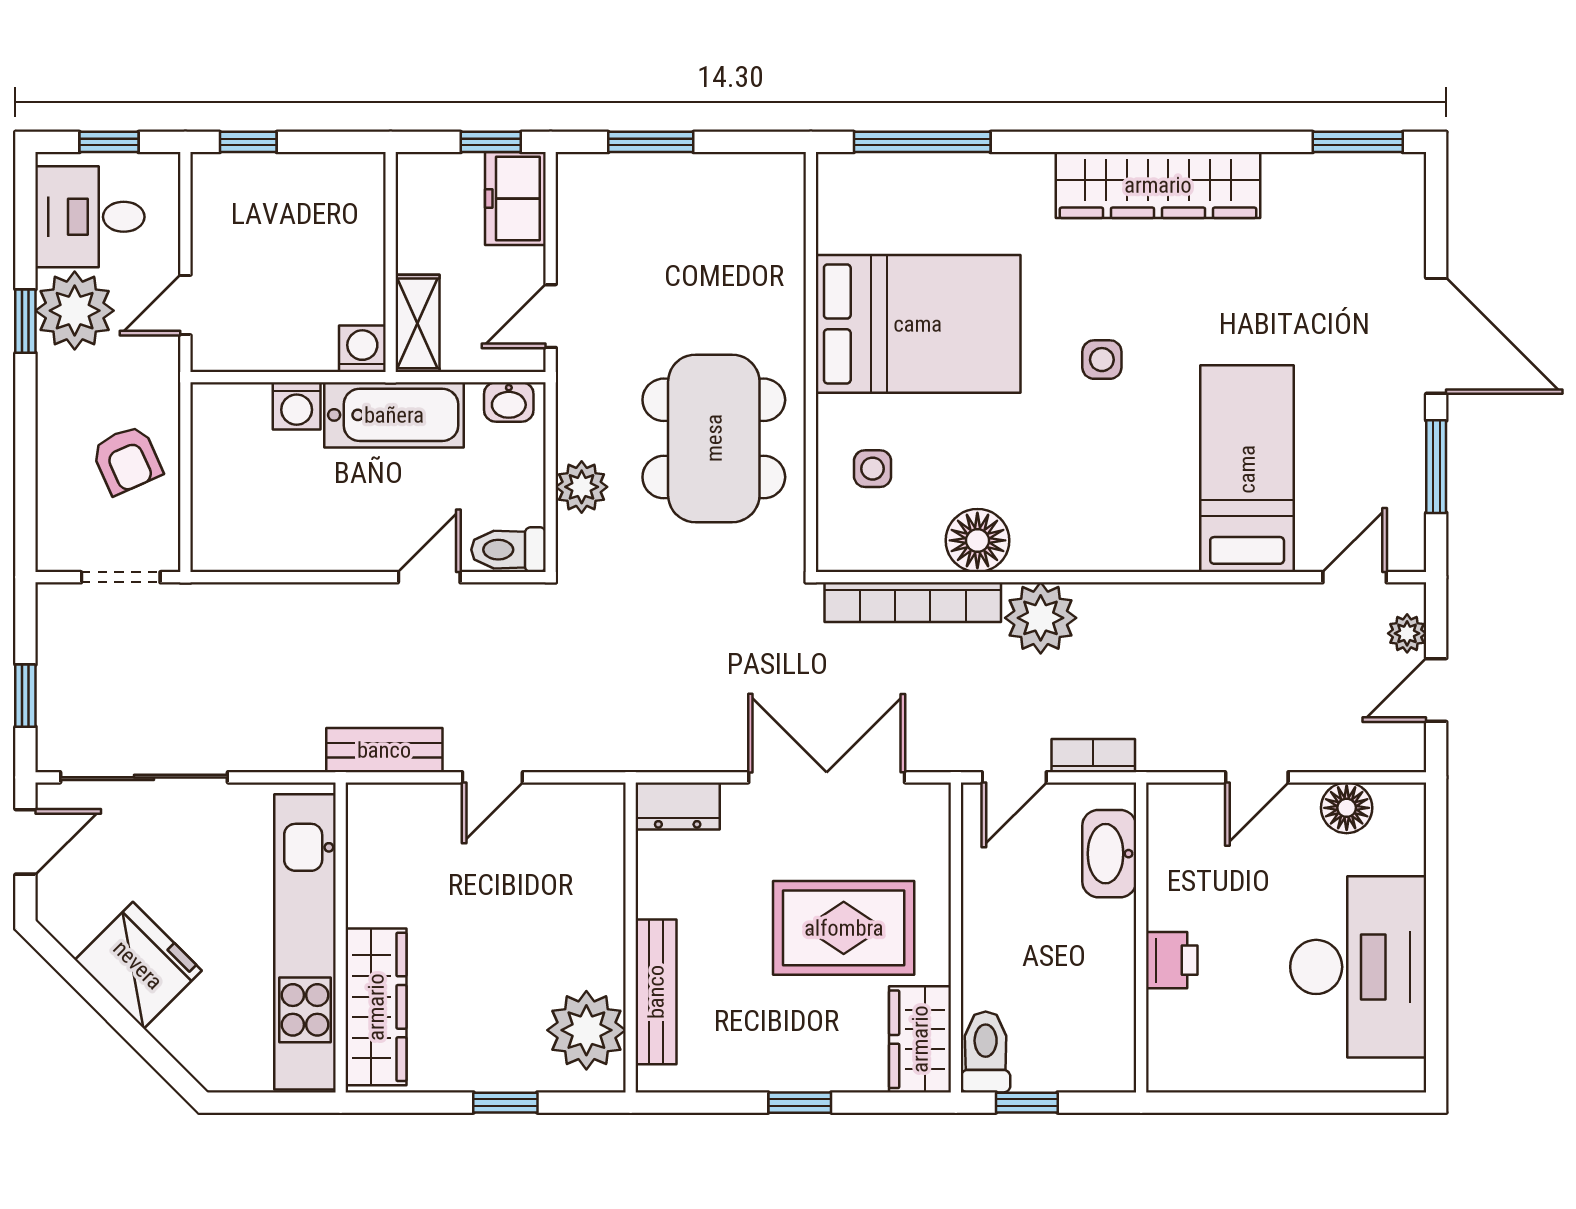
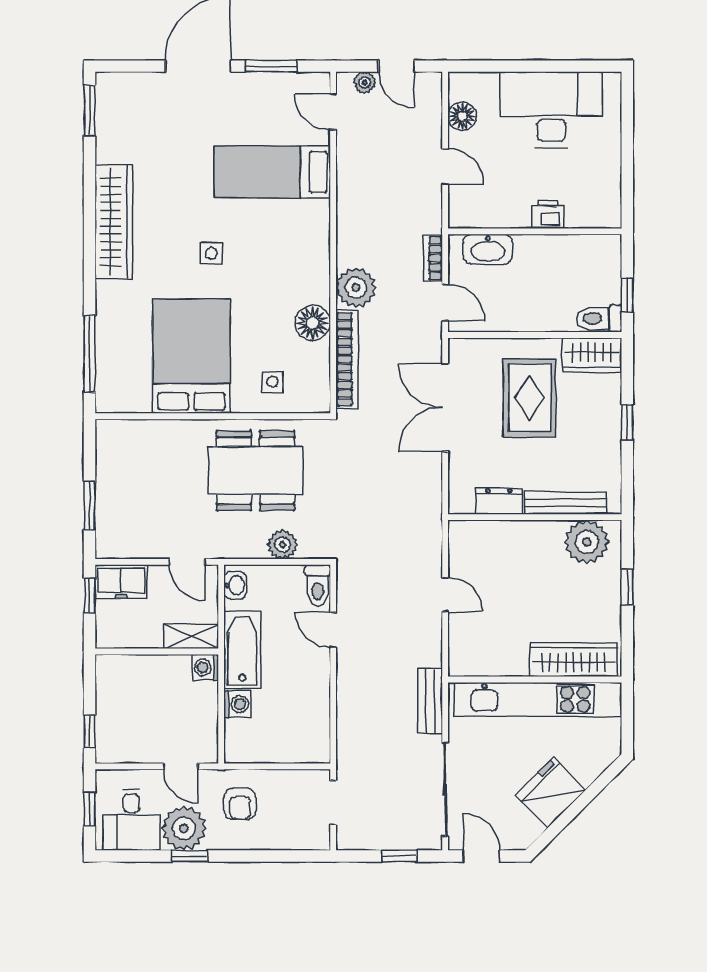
armchair: (127, 460) -> (240, 804), moved, turned 114
bench: (384, 750) -> (430, 701), moved
dresser: (678, 806) -> (499, 501), moved, turned -90

